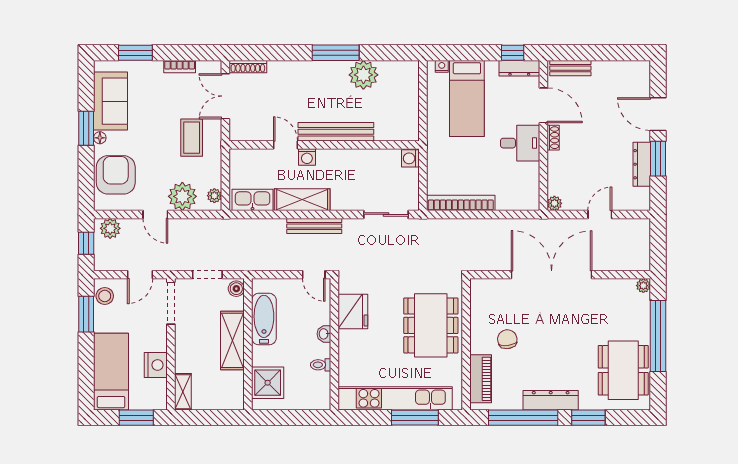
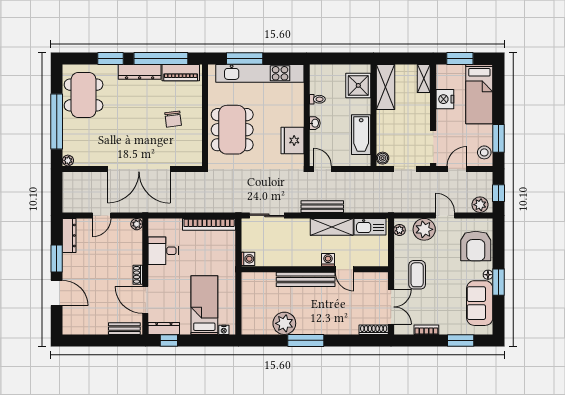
desk: (520, 143) -> (163, 251), moved
dresser: (642, 164) -> (69, 235), moved
shelving: (232, 340) -> (386, 87), moved
piano: (481, 379) -> (181, 73), moved, turned -90

